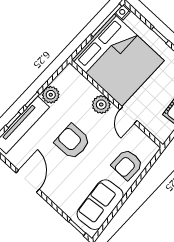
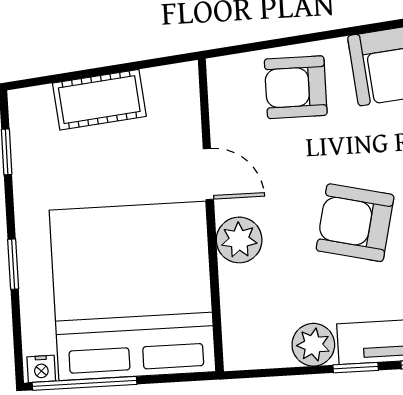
door: (128, 115) -> (208, 174), hinge flipped
armchair: (72, 142) -> (355, 223), turned 104
armchair: (127, 164) -> (296, 87), turned 180

